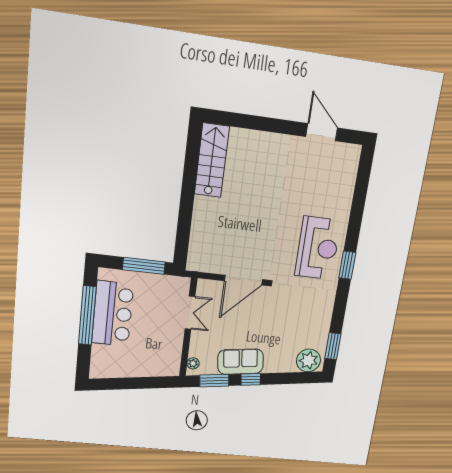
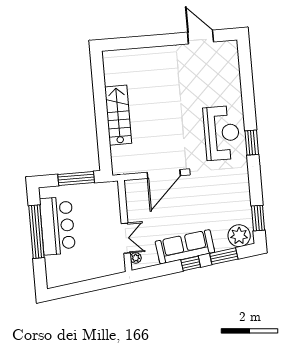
stairs: (212, 160) -> (118, 115), moved
double door: (190, 313) -> (126, 238), moved
sofa: (241, 362) -> (185, 247), width x1.36
window: (214, 381) -> (224, 256), moved

